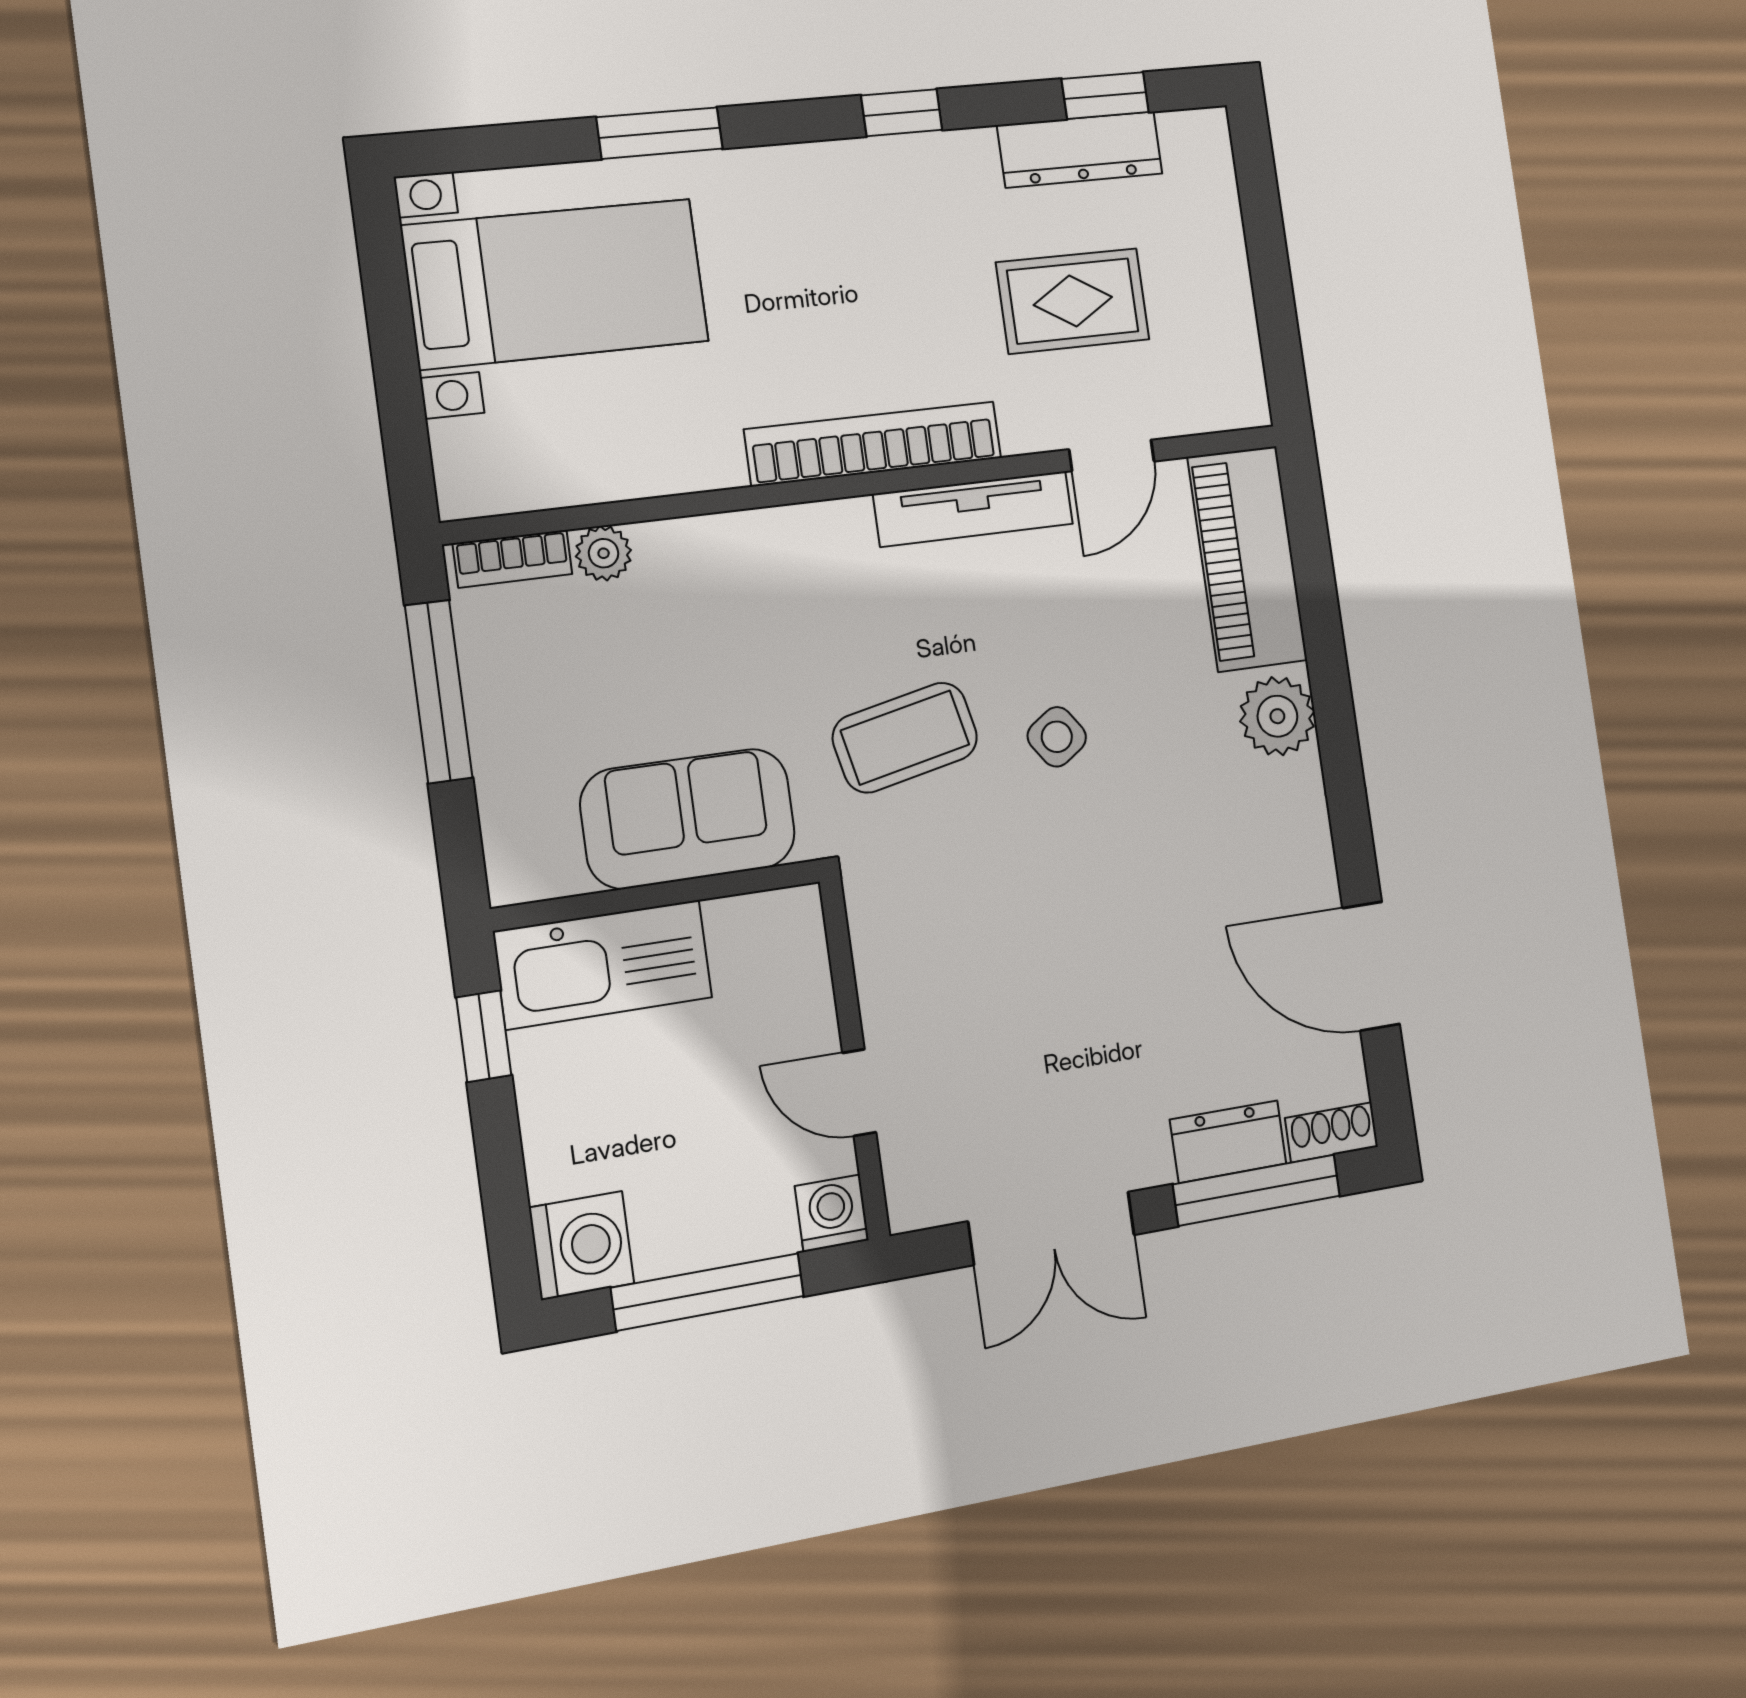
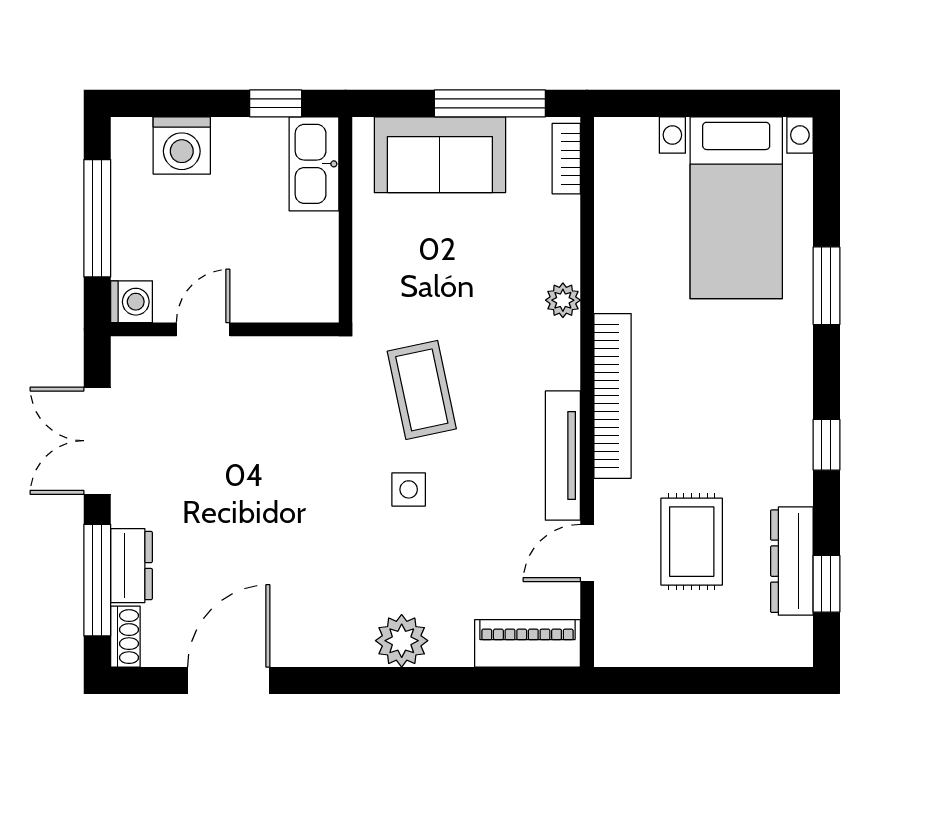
door: (1112, 455) -> (587, 553), hinge flipped
plant: (604, 553) -> (563, 300), moved
piano: (1247, 559) -> (527, 643), width x0.73, depth x0.75
side table: (1057, 737) -> (409, 489), turned 35
sofa: (688, 819) -> (440, 155), moved, turned 90
kitchen sink: (603, 964) -> (314, 164), width x0.73, depth x0.81
washing machine: (582, 1245) -> (182, 145), moved

